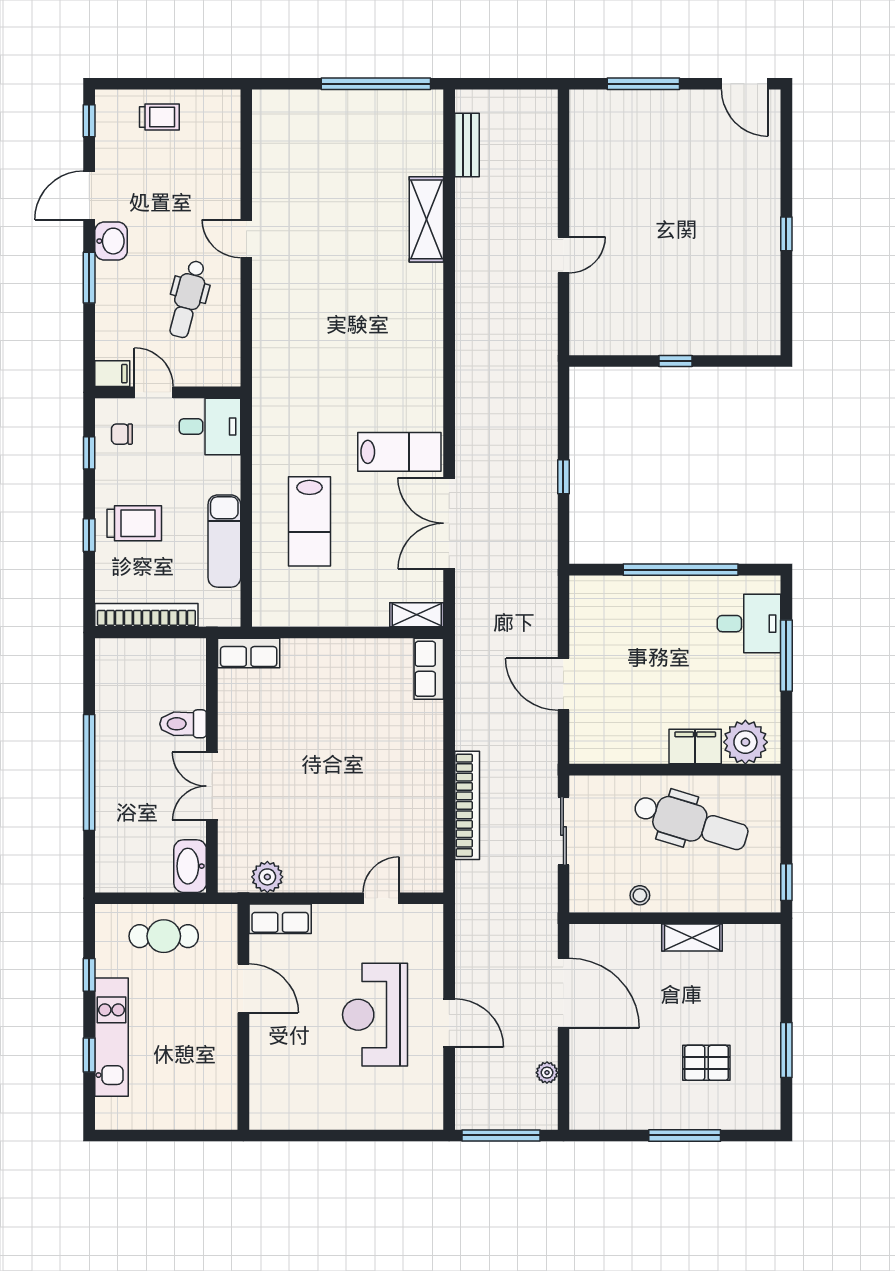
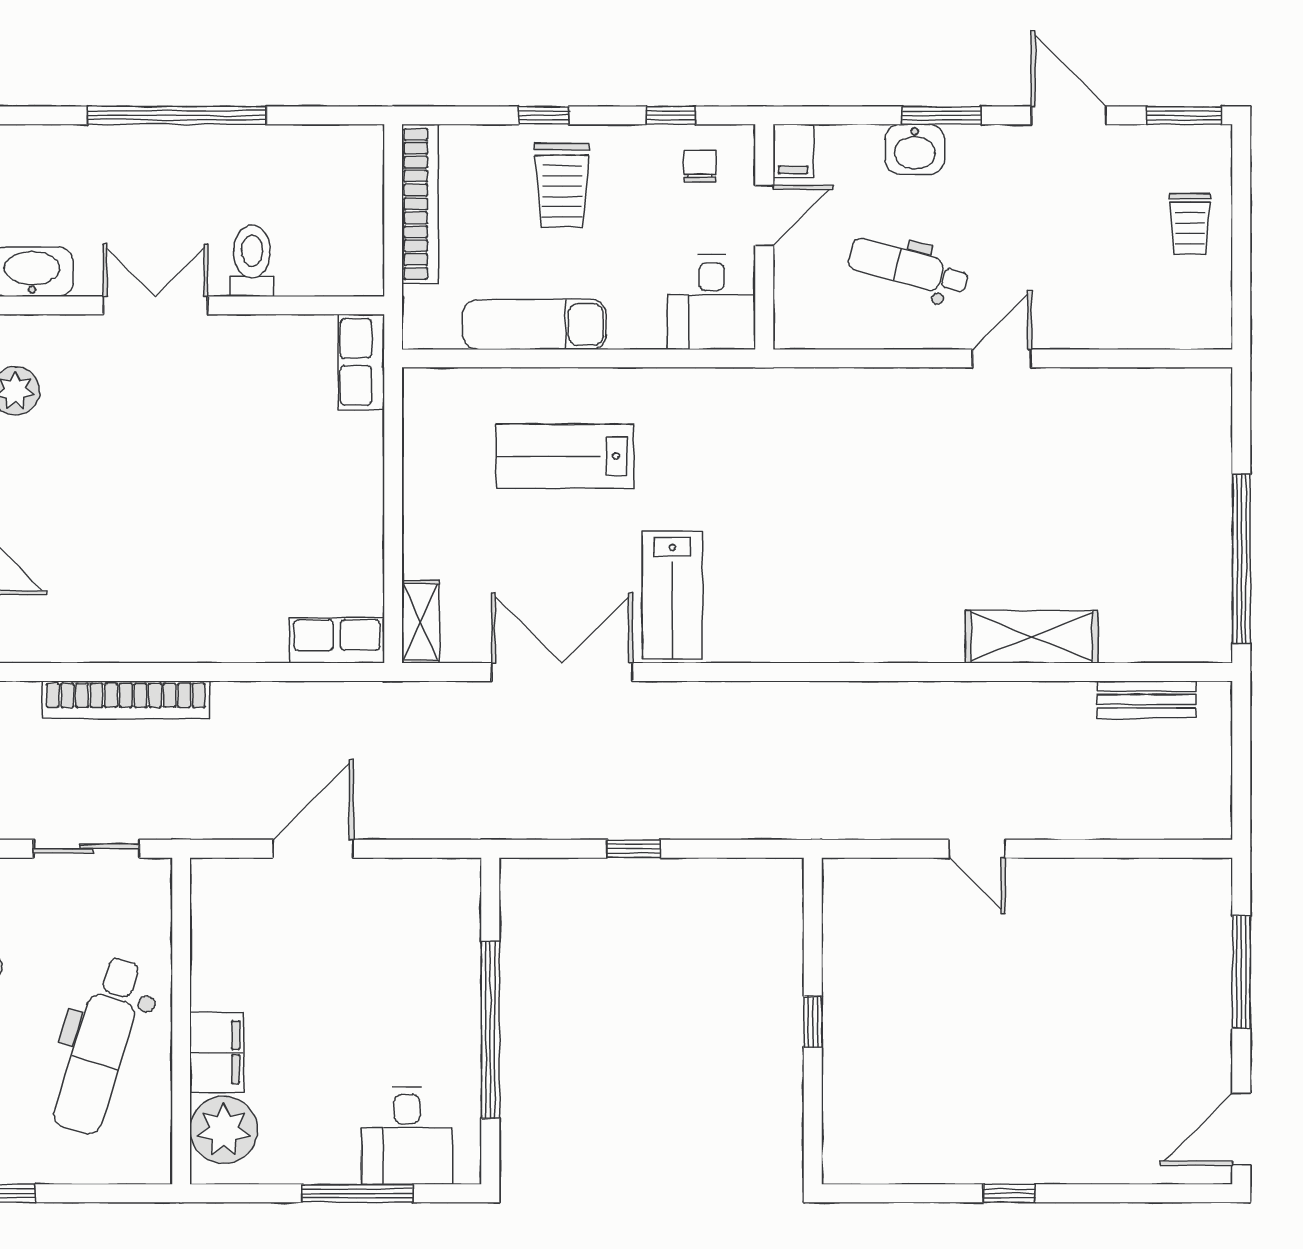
window: (89, 121) -> (1184, 115), width x1.50
washbasin: (111, 241) -> (915, 149), moved

